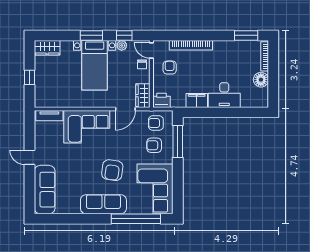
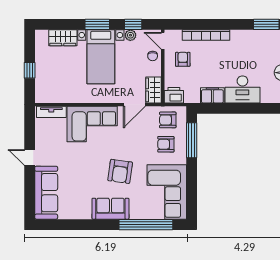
wardrobe: (47, 48) -> (63, 38), moved
sofa: (103, 204) -> (110, 209), width x0.73

